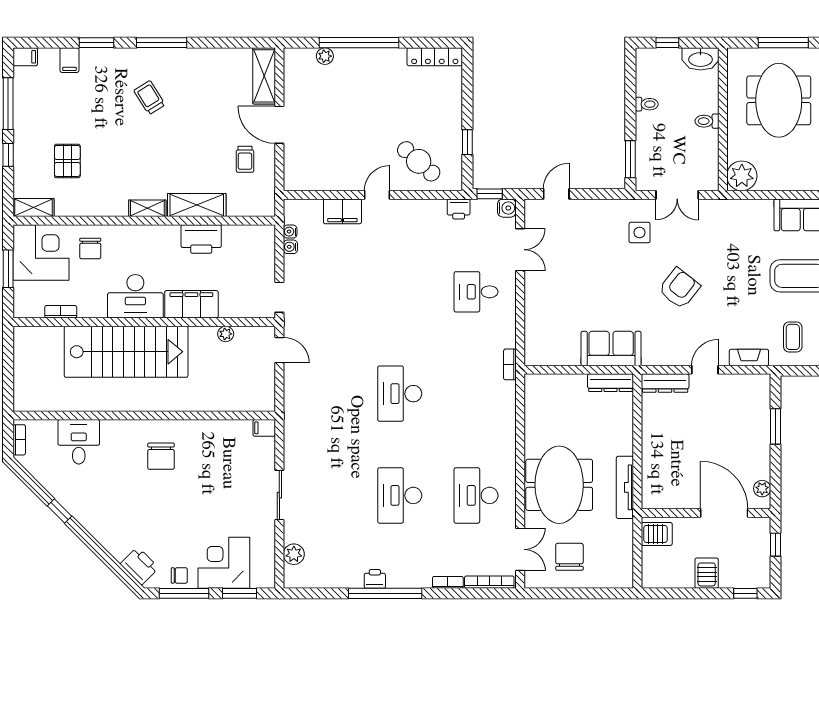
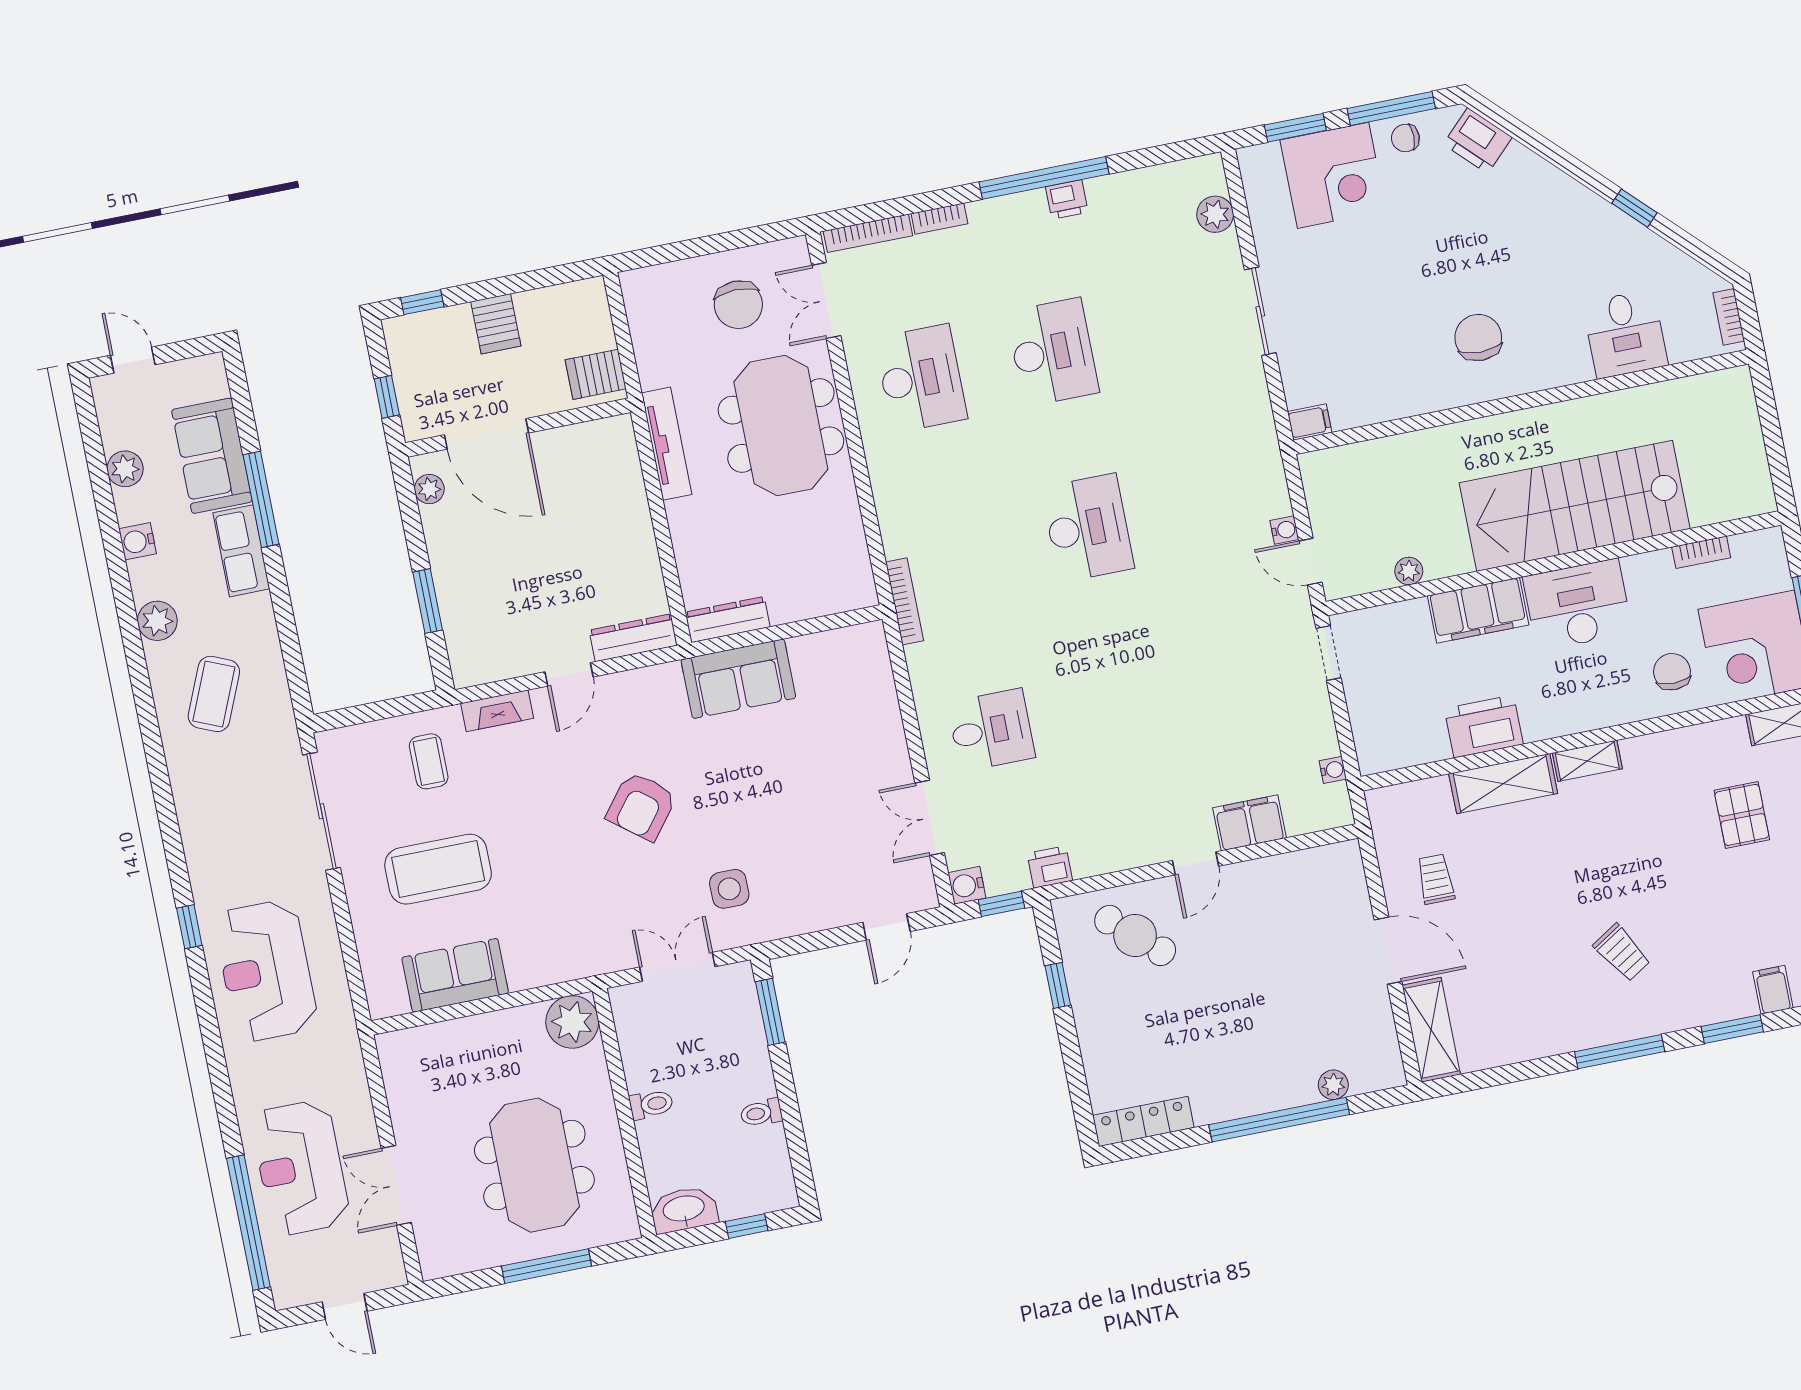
water cooler: (290, 247) -> (1284, 530), moved
bookcase: (510, 364) -> (905, 601), width x1.56

